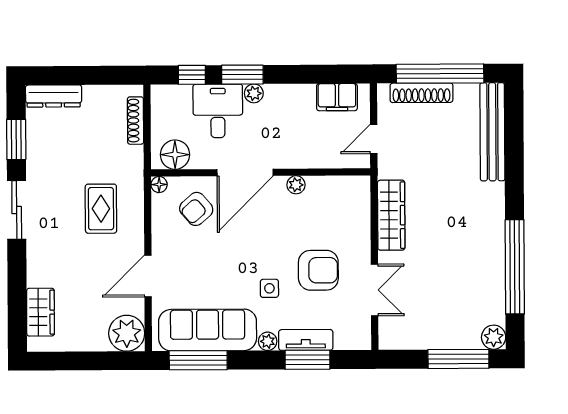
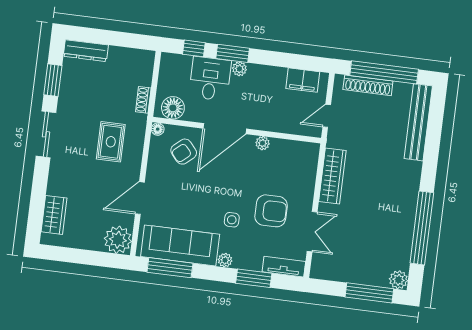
shoe rack: (136, 121) -> (143, 100), moved, width x0.70
tv unit: (306, 340) -> (284, 267), moved

